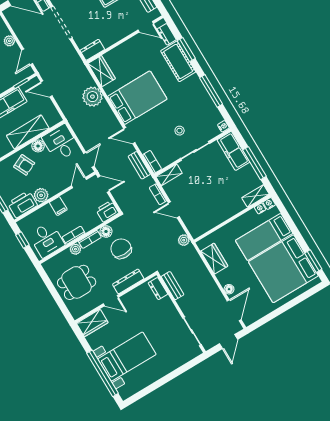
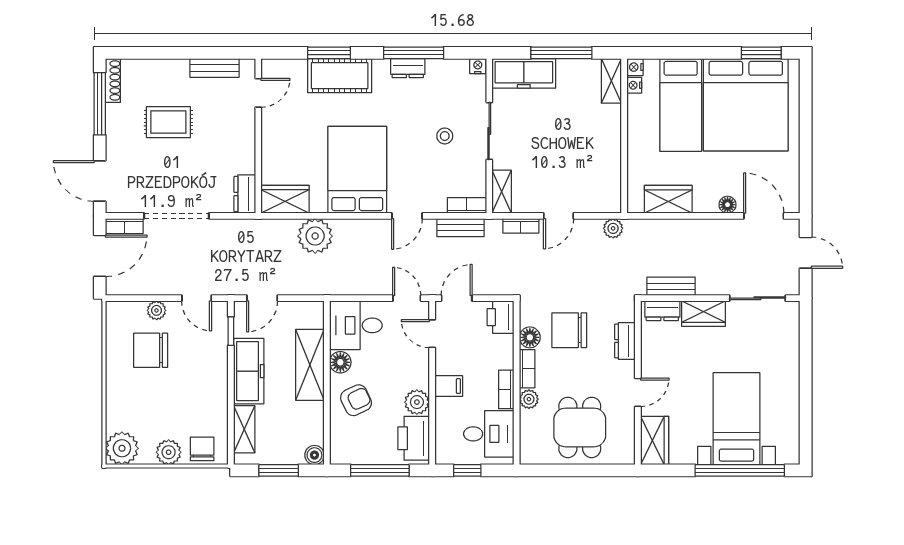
dresser: (167, 34) -> (408, 68), moved
dresser: (128, 281) -> (625, 341), width x0.70
wardrobe: (169, 310) -> (704, 314), added

